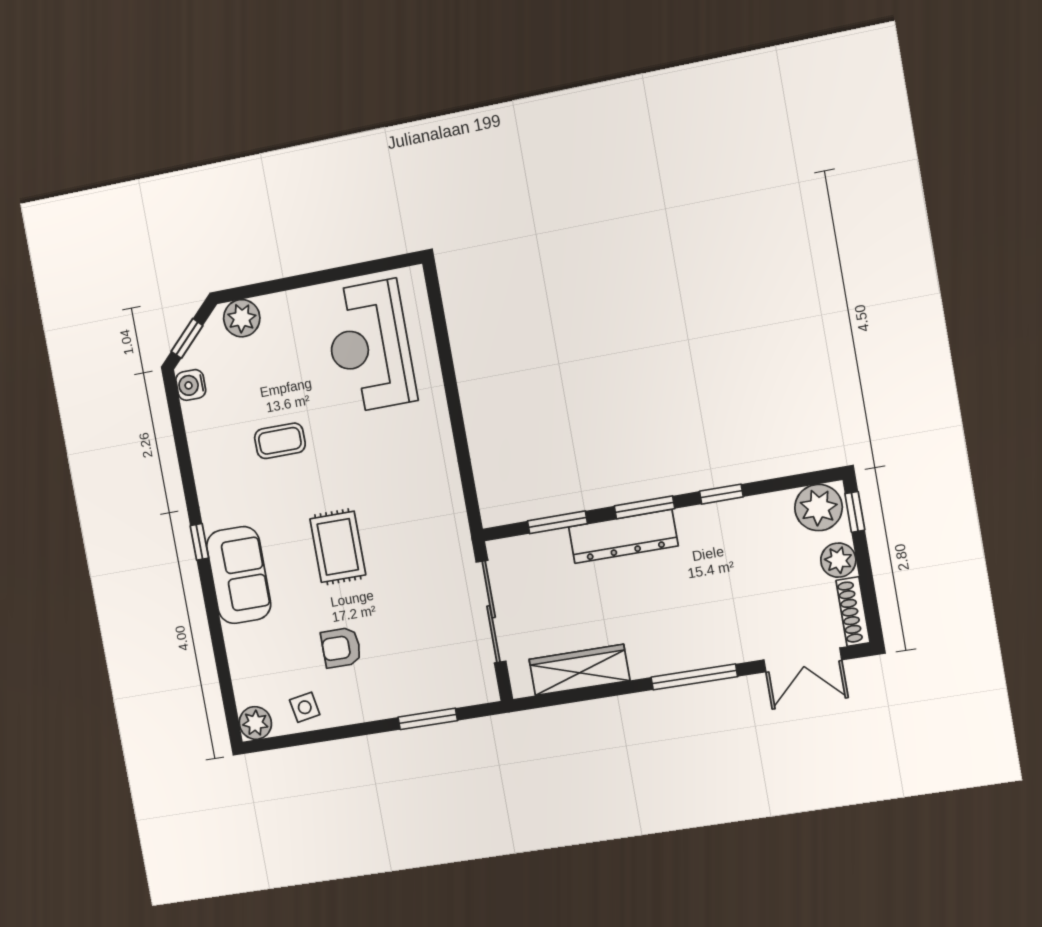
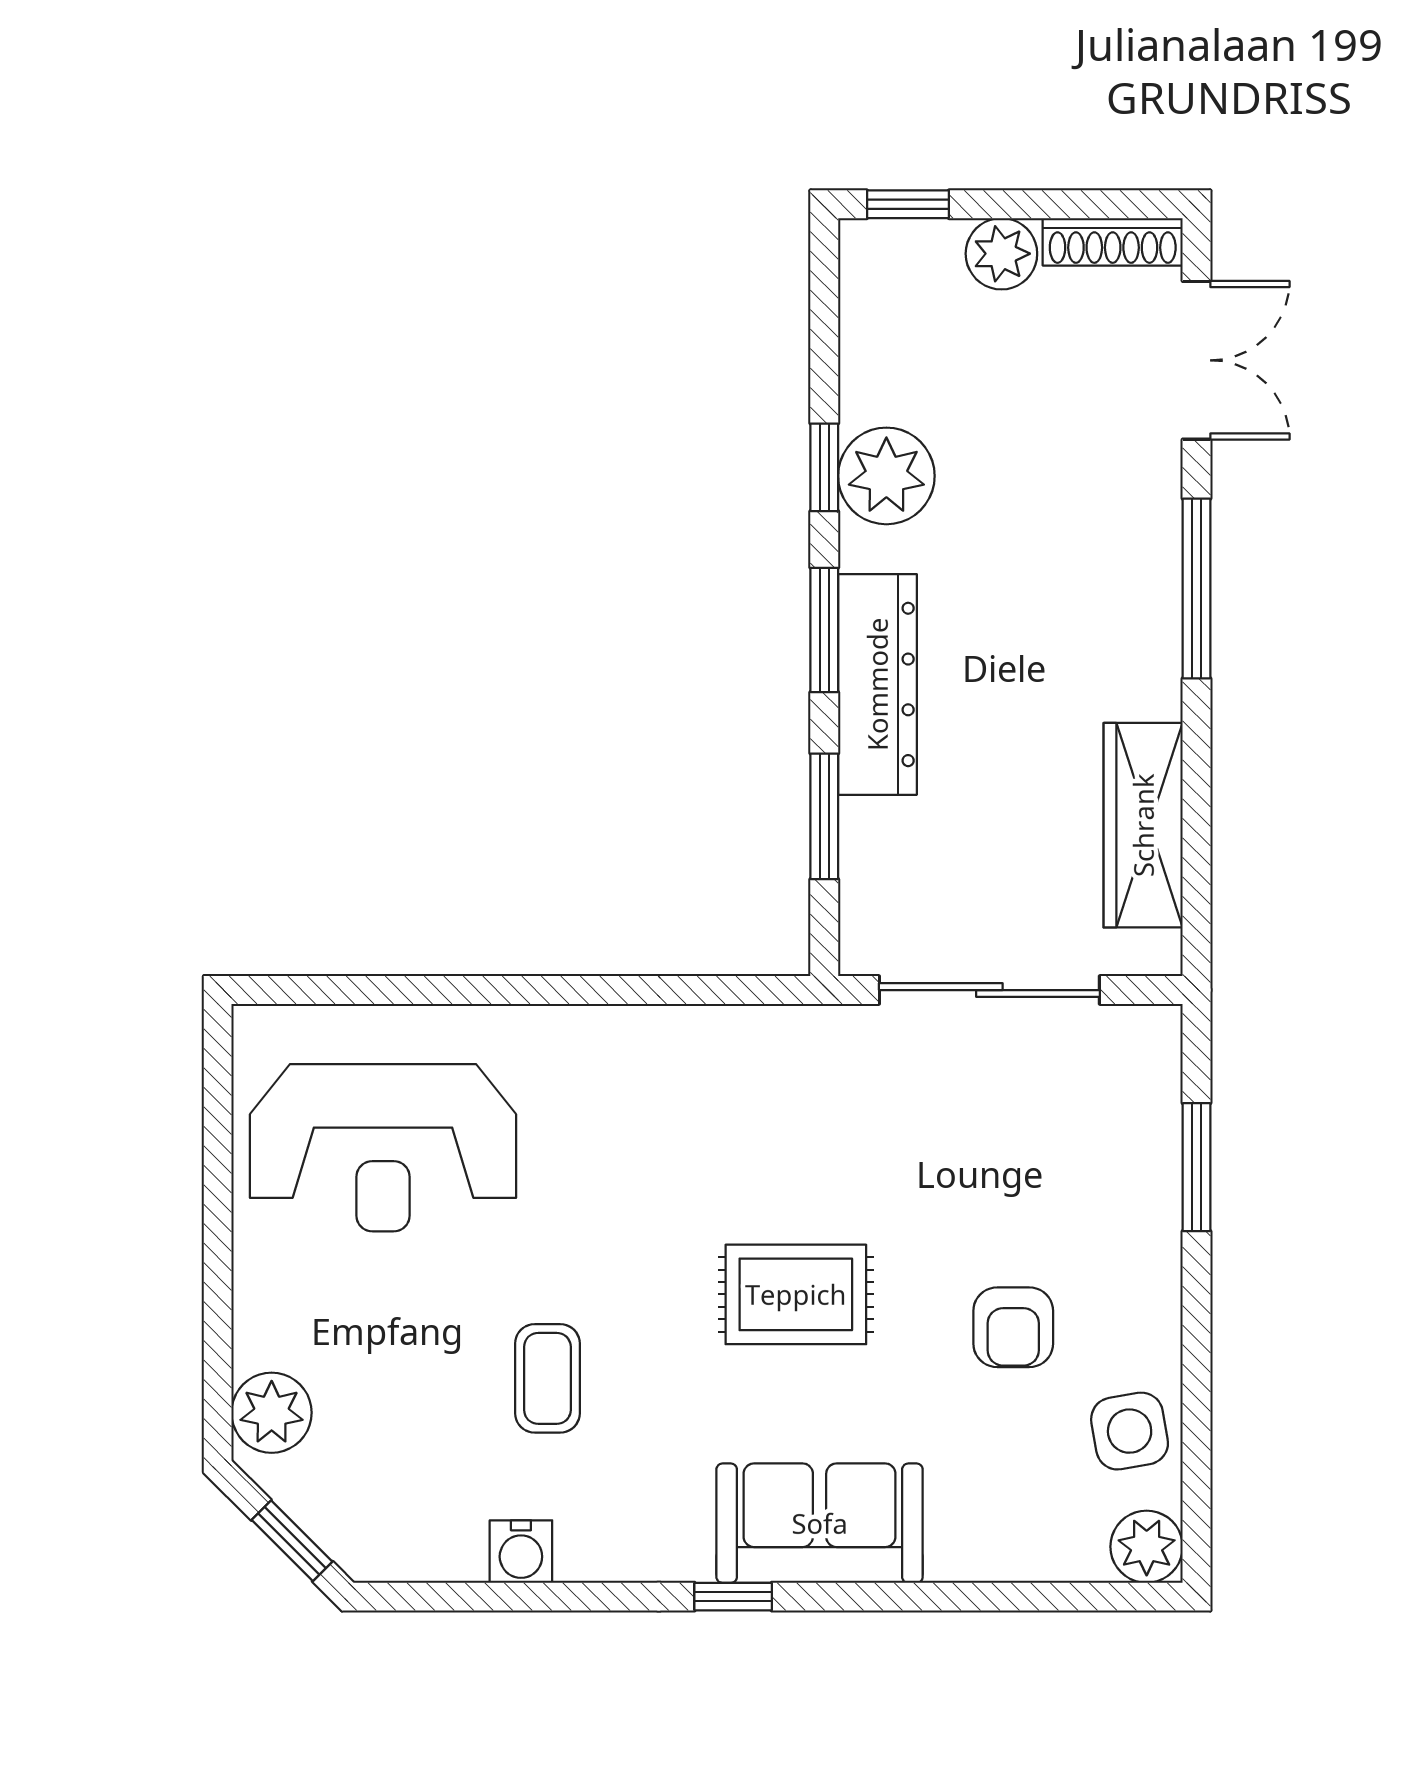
water cooler: (191, 385) -> (521, 1552), moved
plant: (819, 508) -> (886, 476), moved
side table: (305, 707) -> (1130, 1431), width x1.37, depth x1.37

